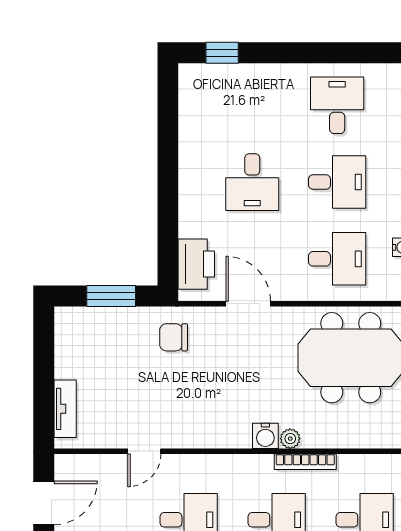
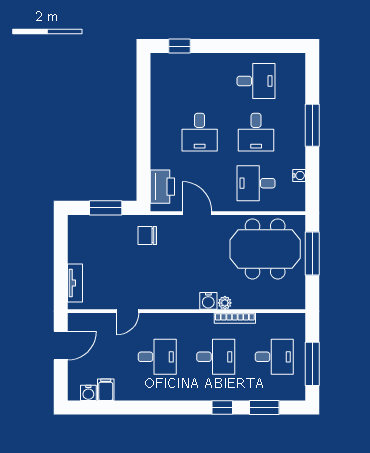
desk: (337, 105) -> (256, 81), turned 90
desk: (337, 182) -> (256, 132), turned 90
desk: (337, 259) -> (256, 183), turned 180

